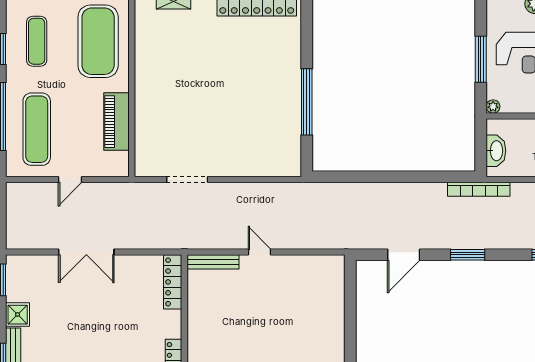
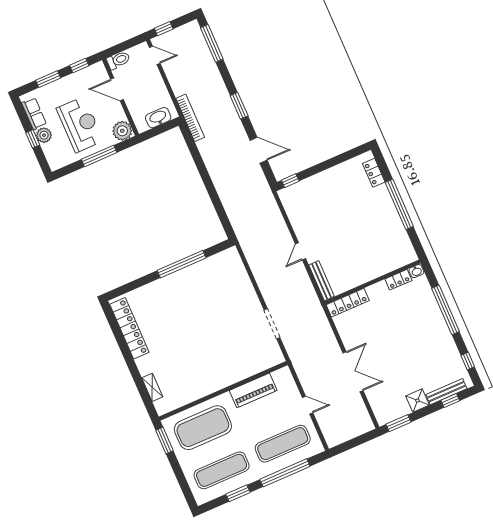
exercise mat: (37, 41) -> (222, 470), width x1.36, depth x1.45
plant: (493, 106) -> (122, 131), width x1.88, depth x1.88
window: (350, 277) -> (290, 181), added

